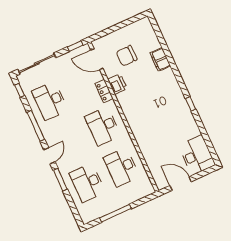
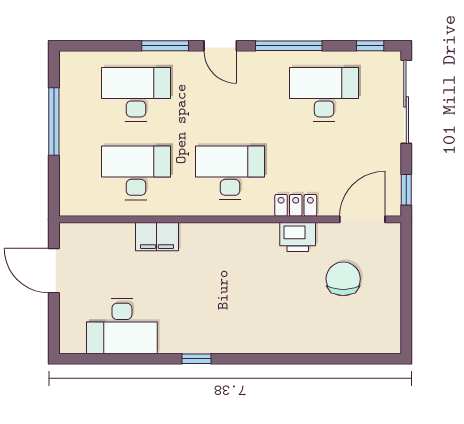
filing cabinet: (160, 59) -> (157, 237), moved, turned 180
desk: (197, 155) -> (122, 326), moved
door: (181, 184) -> (54, 271), swing flipped

